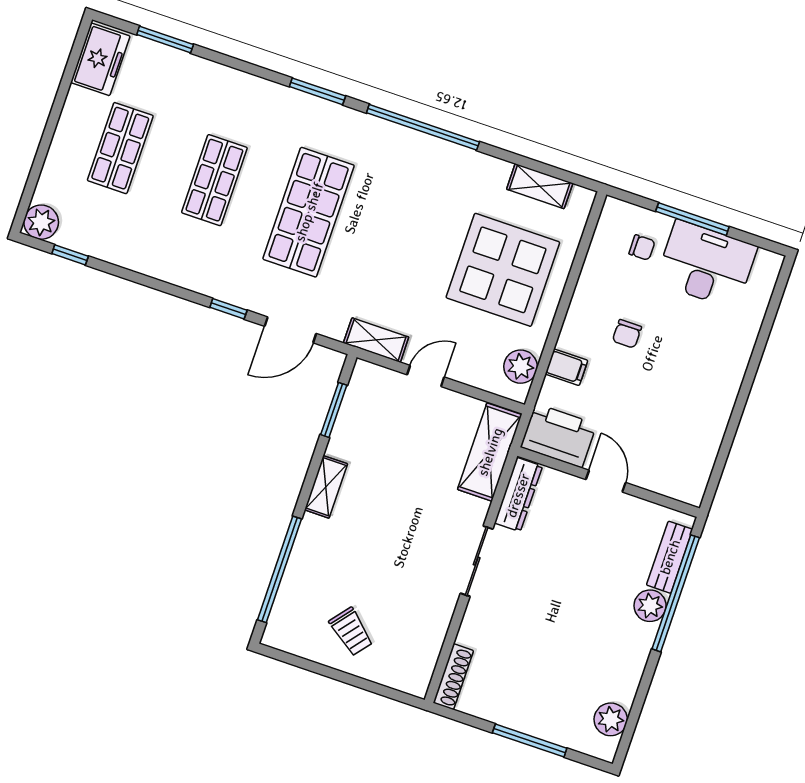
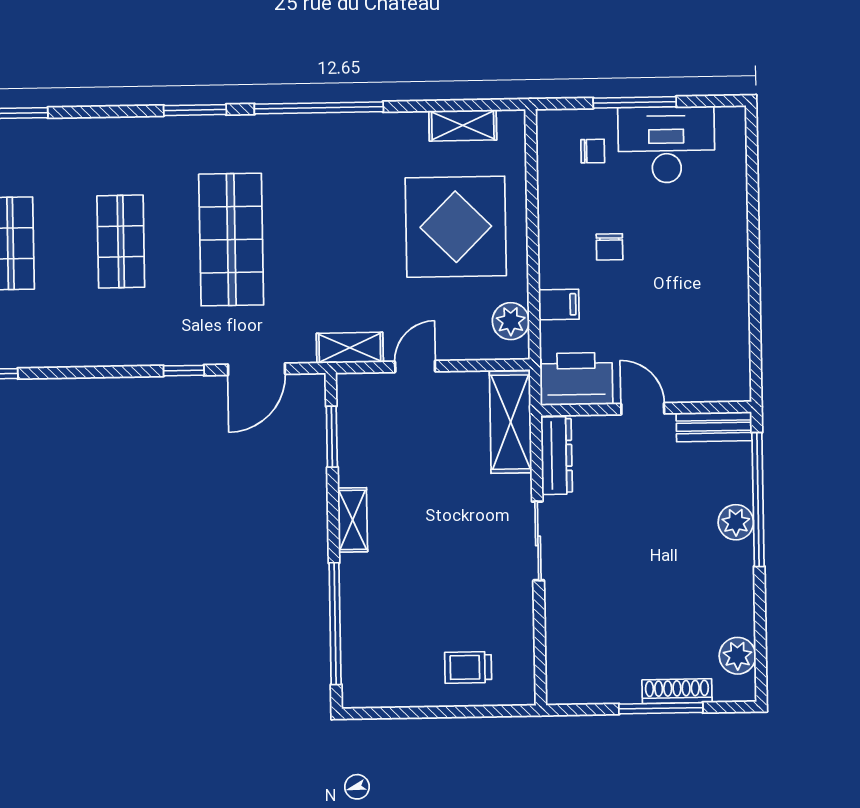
bench: (670, 557) -> (714, 427), moved, turned 90
trolley: (351, 632) -> (468, 667), moved, turned 141
shoe rack: (453, 677) -> (677, 691), moved, turned -90

